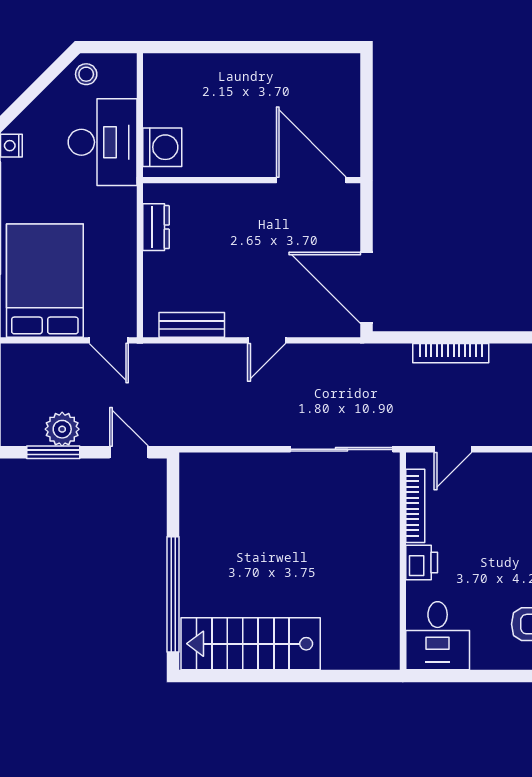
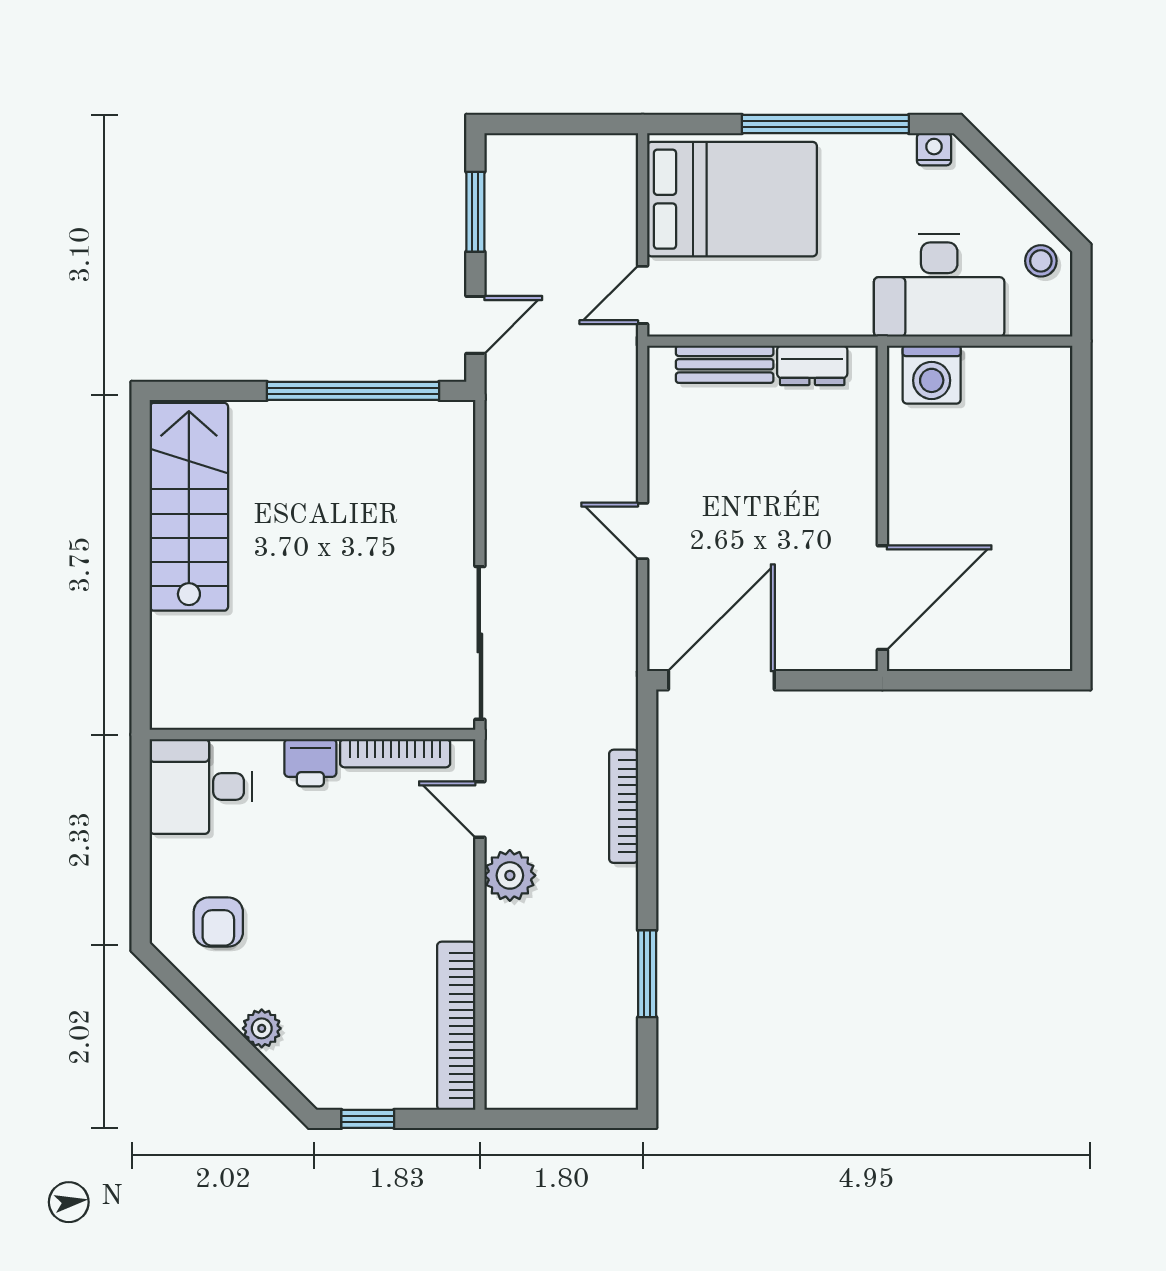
bench: (192, 325) -> (725, 364), moved, turned 90
plant: (62, 429) -> (510, 875), moved
window: (173, 594) -> (353, 391), moved

